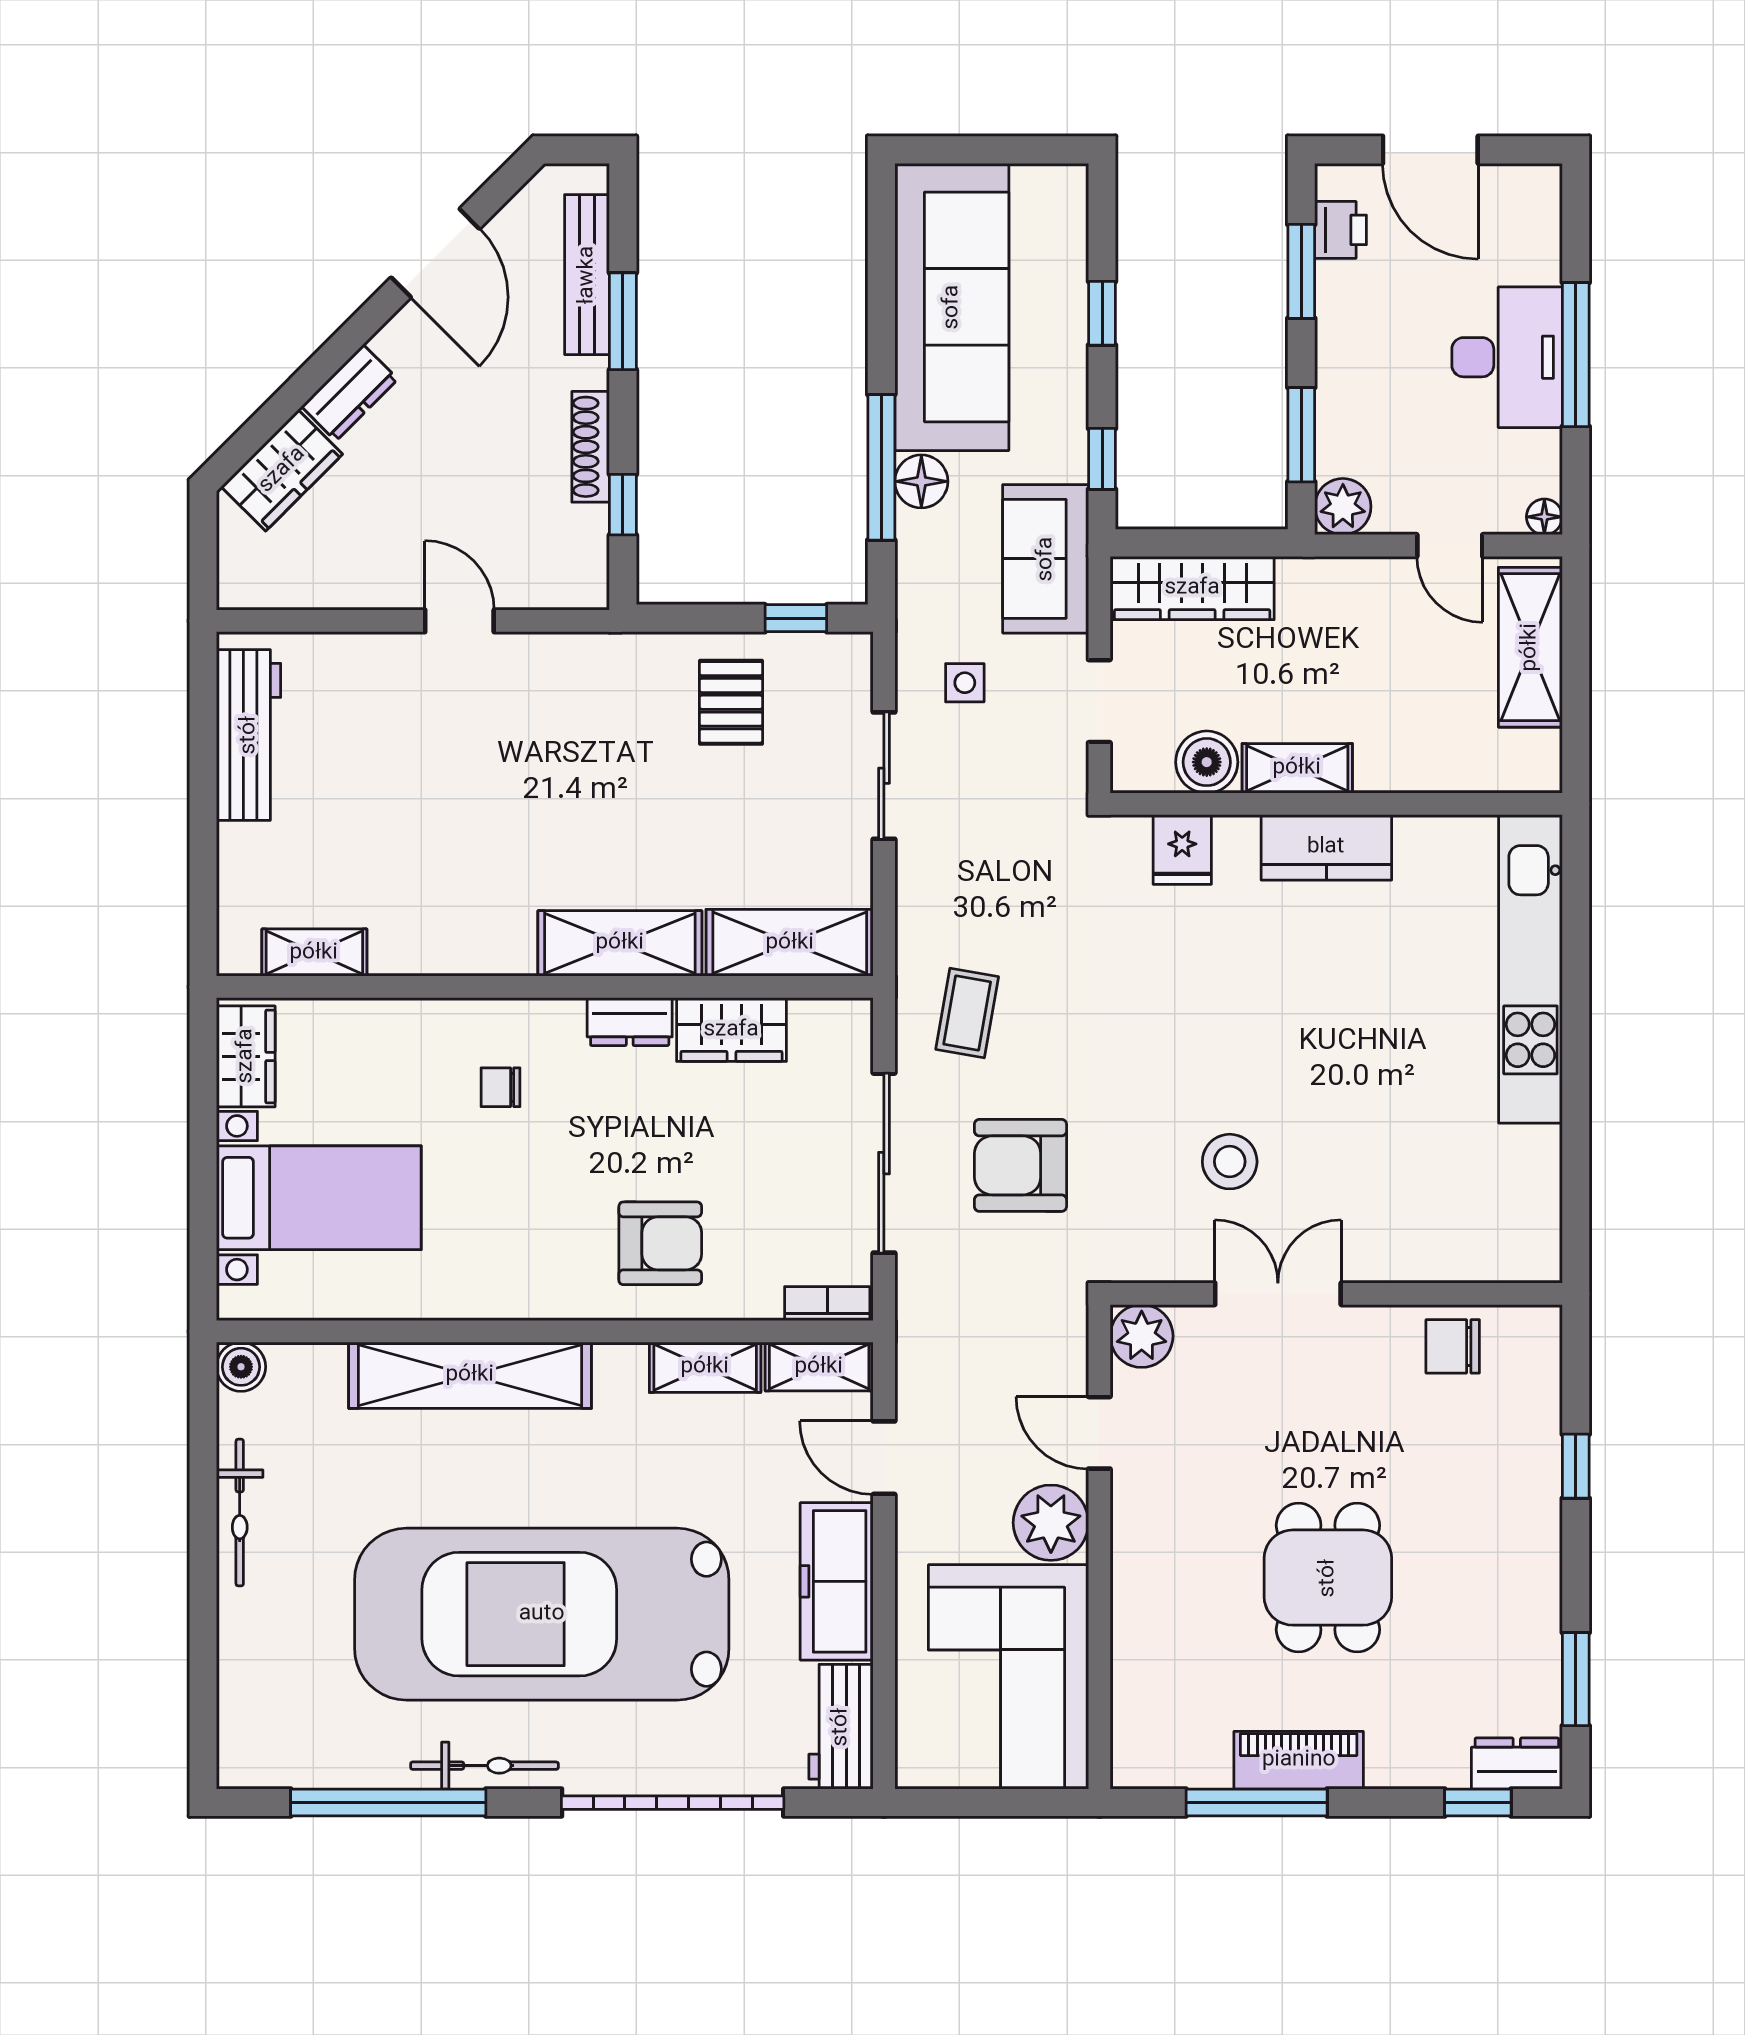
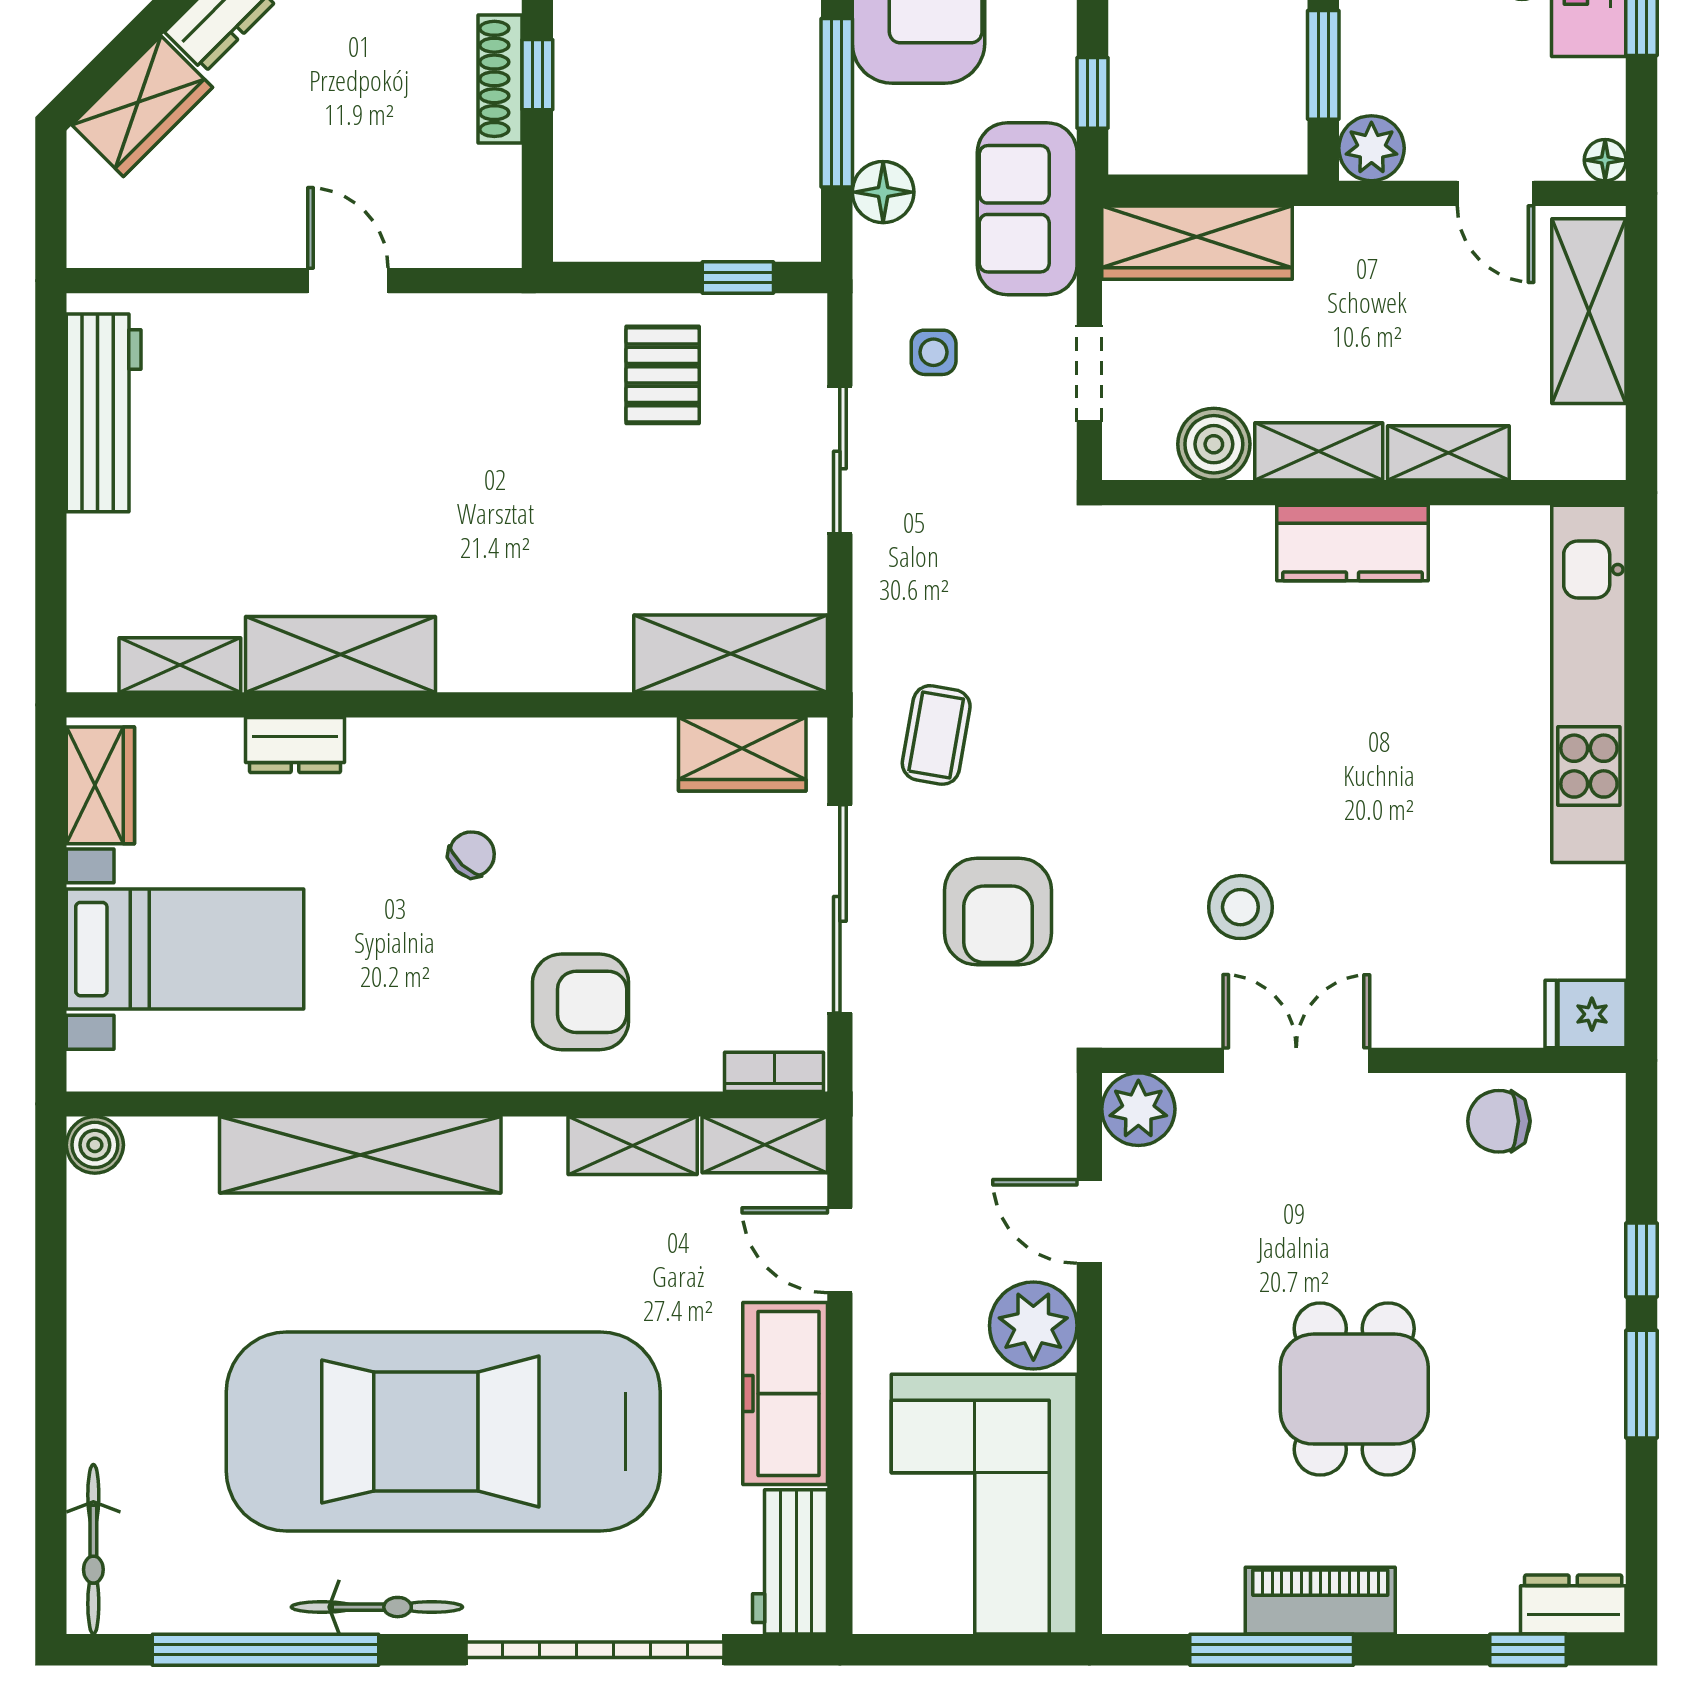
floor lamp: (921, 481) -> (883, 192), moved
window: (623, 505) -> (537, 75), moved
shelving: (1409, 770) -> (1448, 453), added
fridge: (1182, 849) -> (1586, 1014), moved, turned 90
shelving: (620, 943) -> (340, 654), moved
dresser: (630, 1022) -> (295, 745), moved
wardrobe: (731, 1030) -> (742, 754), moved
chair: (500, 1087) -> (472, 854), moved, turned 133
armchair: (1020, 1165) -> (998, 912), turned -90
bicycle: (240, 1512) -> (93, 1549), moved
window: (1576, 1679) -> (1641, 1384), moved

